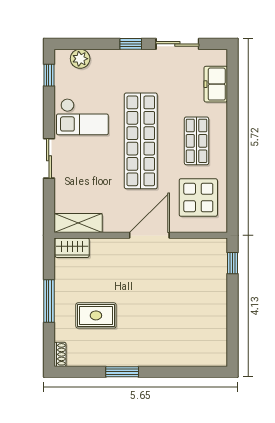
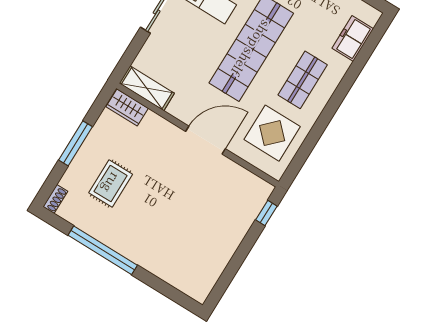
rug: (96, 315) -> (111, 183), turned 90
window: (122, 372) -> (103, 250), width x2.11

